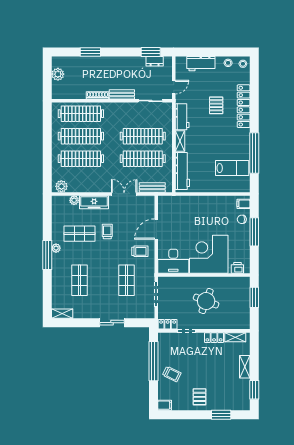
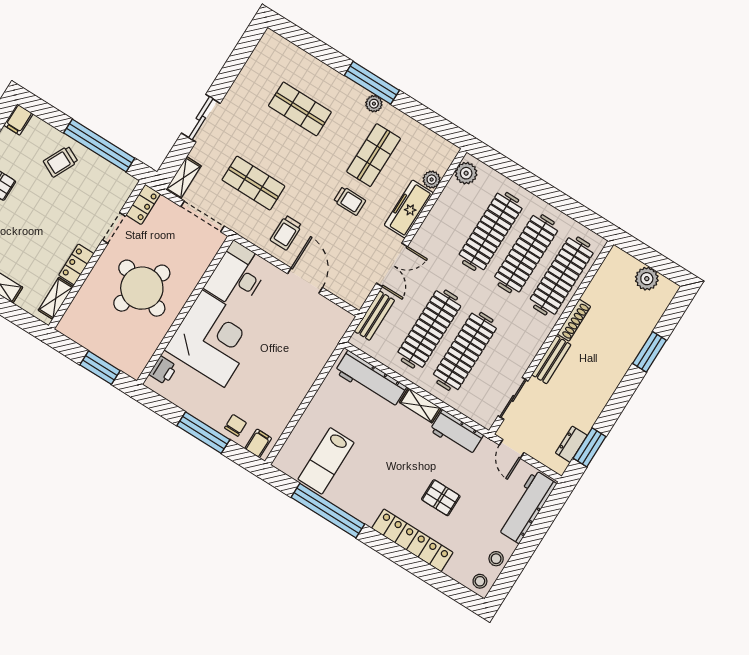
workbench: (201, 64) -> (527, 507), width x1.38
round table: (206, 301) -> (142, 288), width x1.36, depth x1.36
shelving: (62, 314) -> (183, 178), moved

